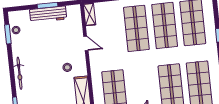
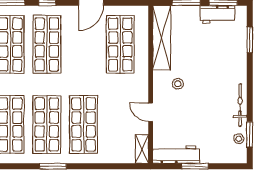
workbench: (48, 14) -> (176, 155), moved
bicycle: (19, 73) -> (240, 105), moved

